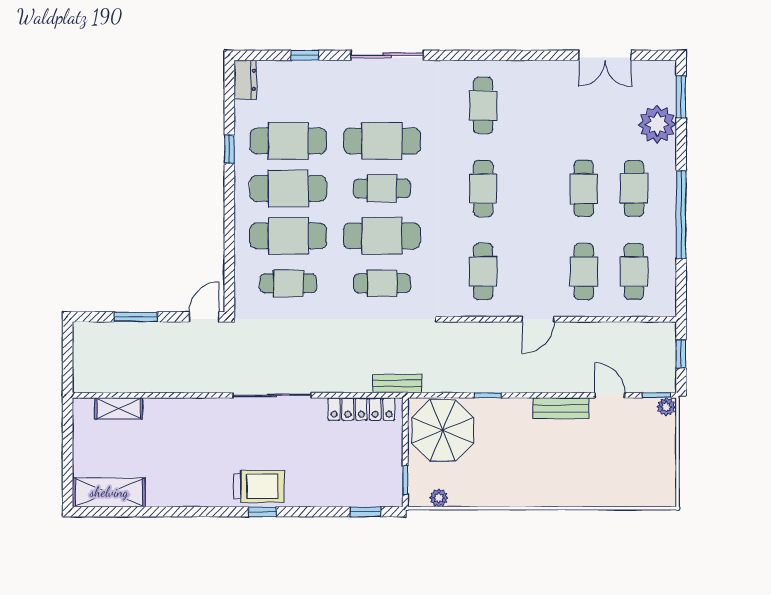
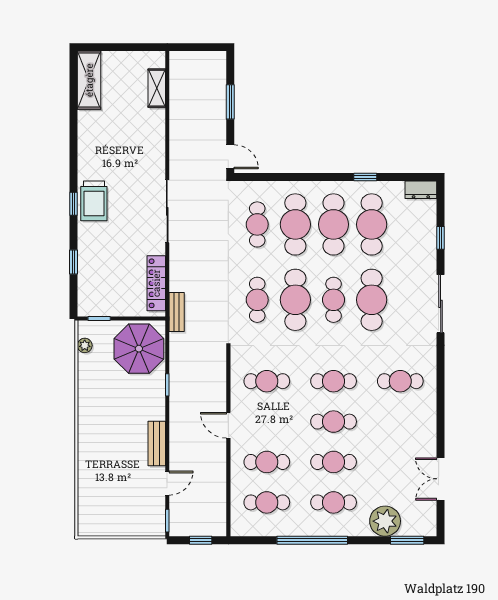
cafe table: (533, 188) -> (334, 422), added
plant: (666, 407) -> (158, 528), removed
window: (365, 512) -> (74, 262), moved

